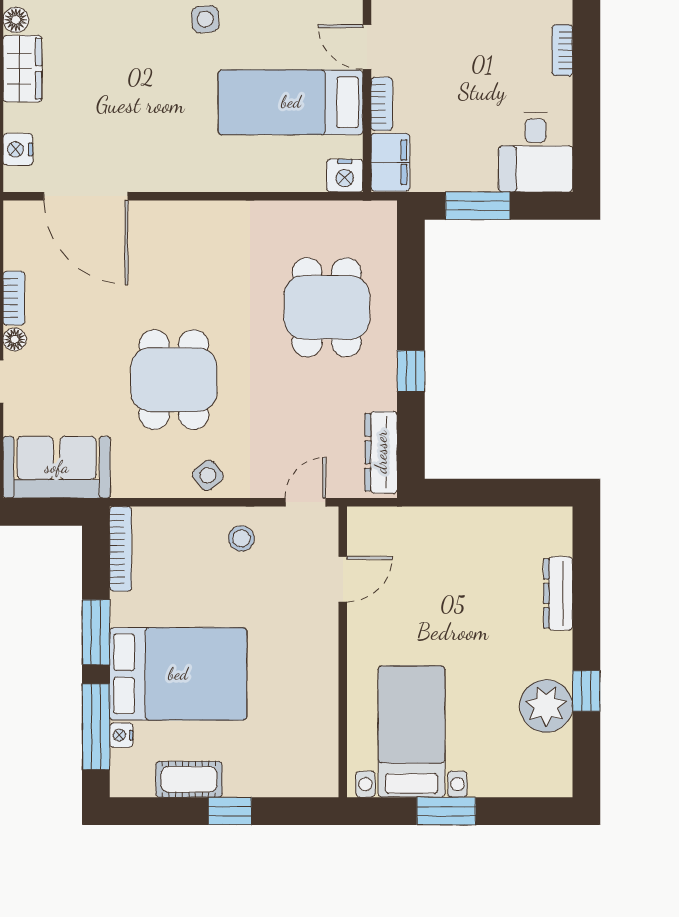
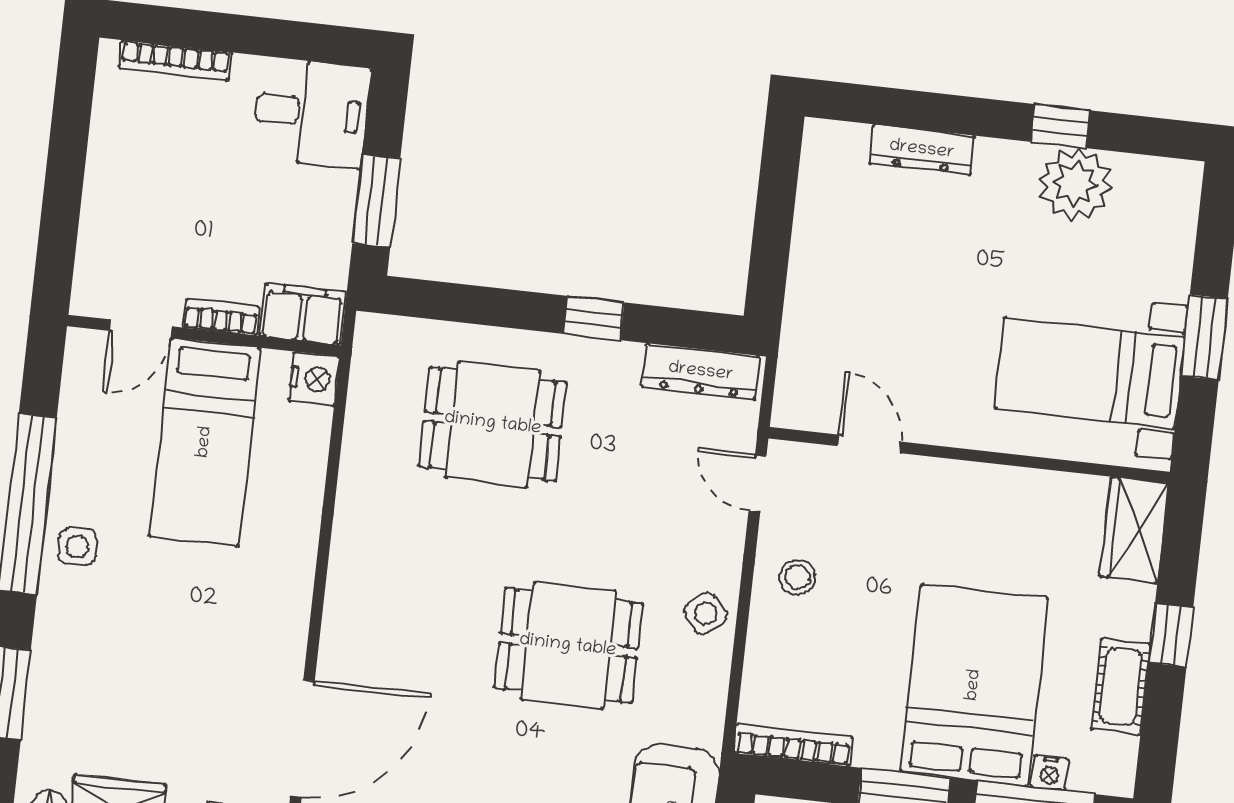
bookcase: (562, 50) -> (175, 60), width x1.56
wardrobe: (302, 776) -> (1134, 530), added

